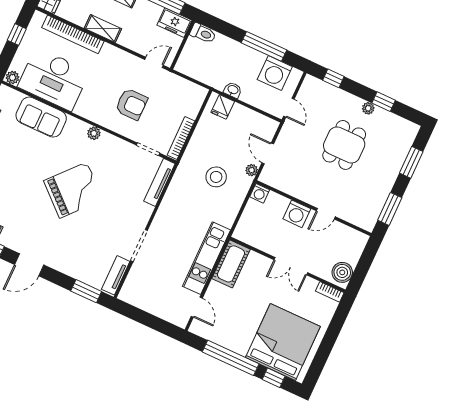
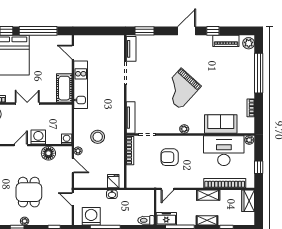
floor lamp: (293, 185) -> (48, 153), added

